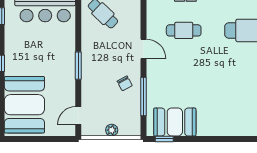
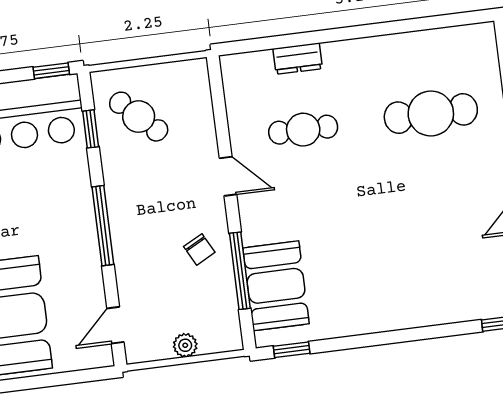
window: (78, 17) -> (91, 129), added
window: (78, 66) -> (103, 226), width x1.44
booth: (175, 122) -> (276, 286), moved, turned 90

